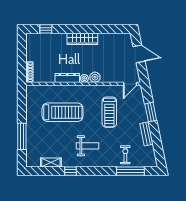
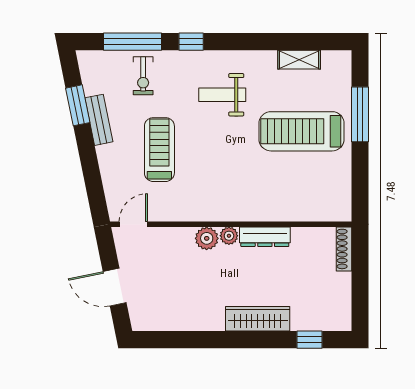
wardrobe: (82, 39) -> (258, 319), moved
treadmill: (63, 112) -> (302, 131), moved
treadmill: (109, 112) -> (159, 150), moved
window: (151, 112) -> (78, 105), moved
window: (71, 171) -> (191, 42), moved

